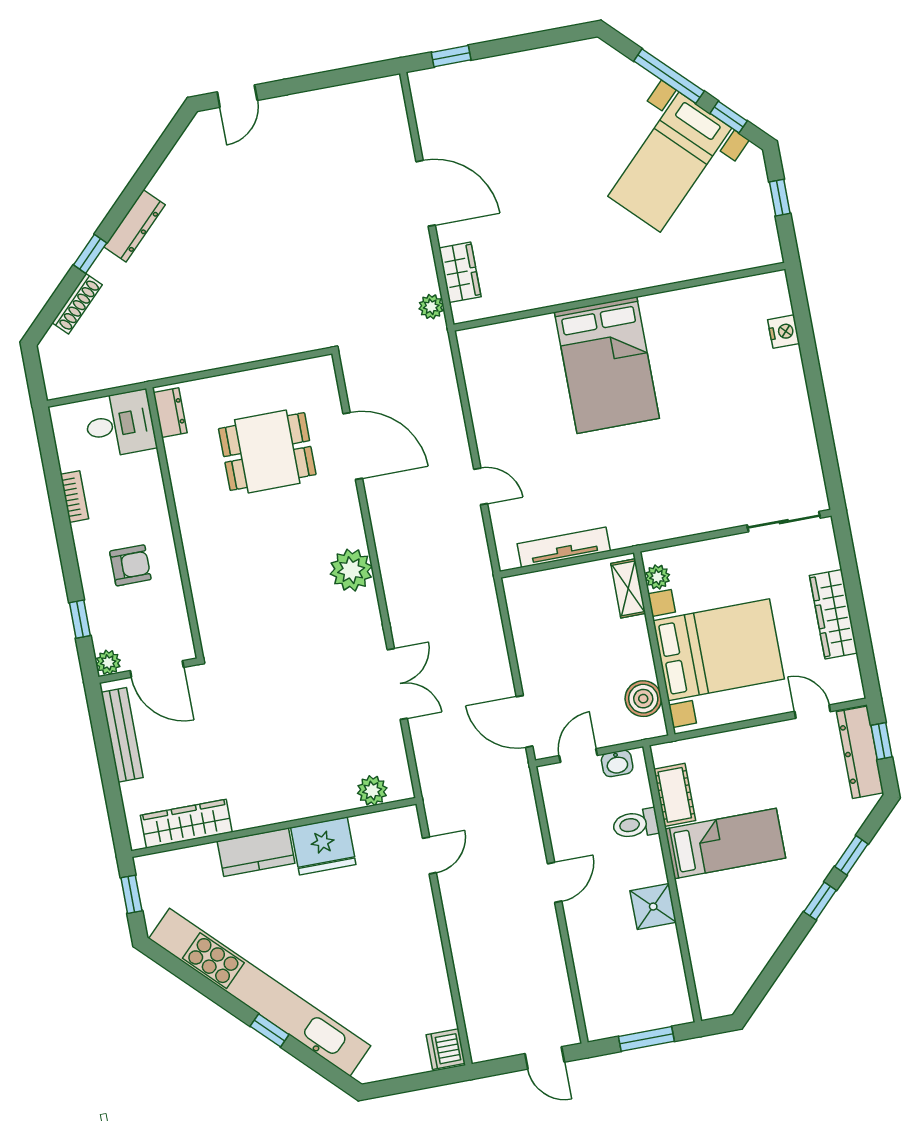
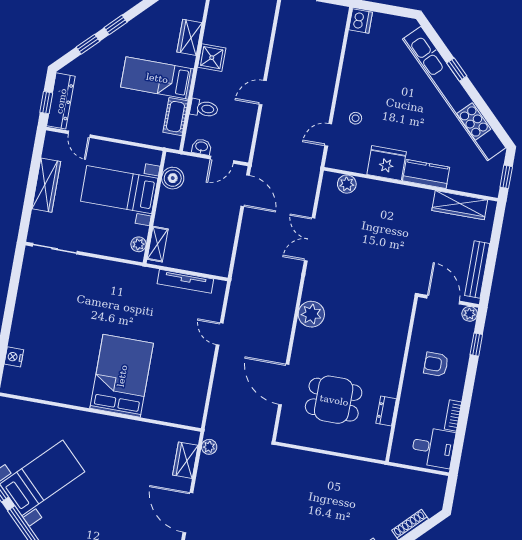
dresser: (170, 413) -> (386, 411), moved
desk: (120, 424) -> (433, 447), moved, turned 180
bed with nightstands: (719, 650) -> (119, 190), width x0.73
stool: (397, 897) -> (356, 118), added
wardrobe: (699, 925) -> (190, 37), added

